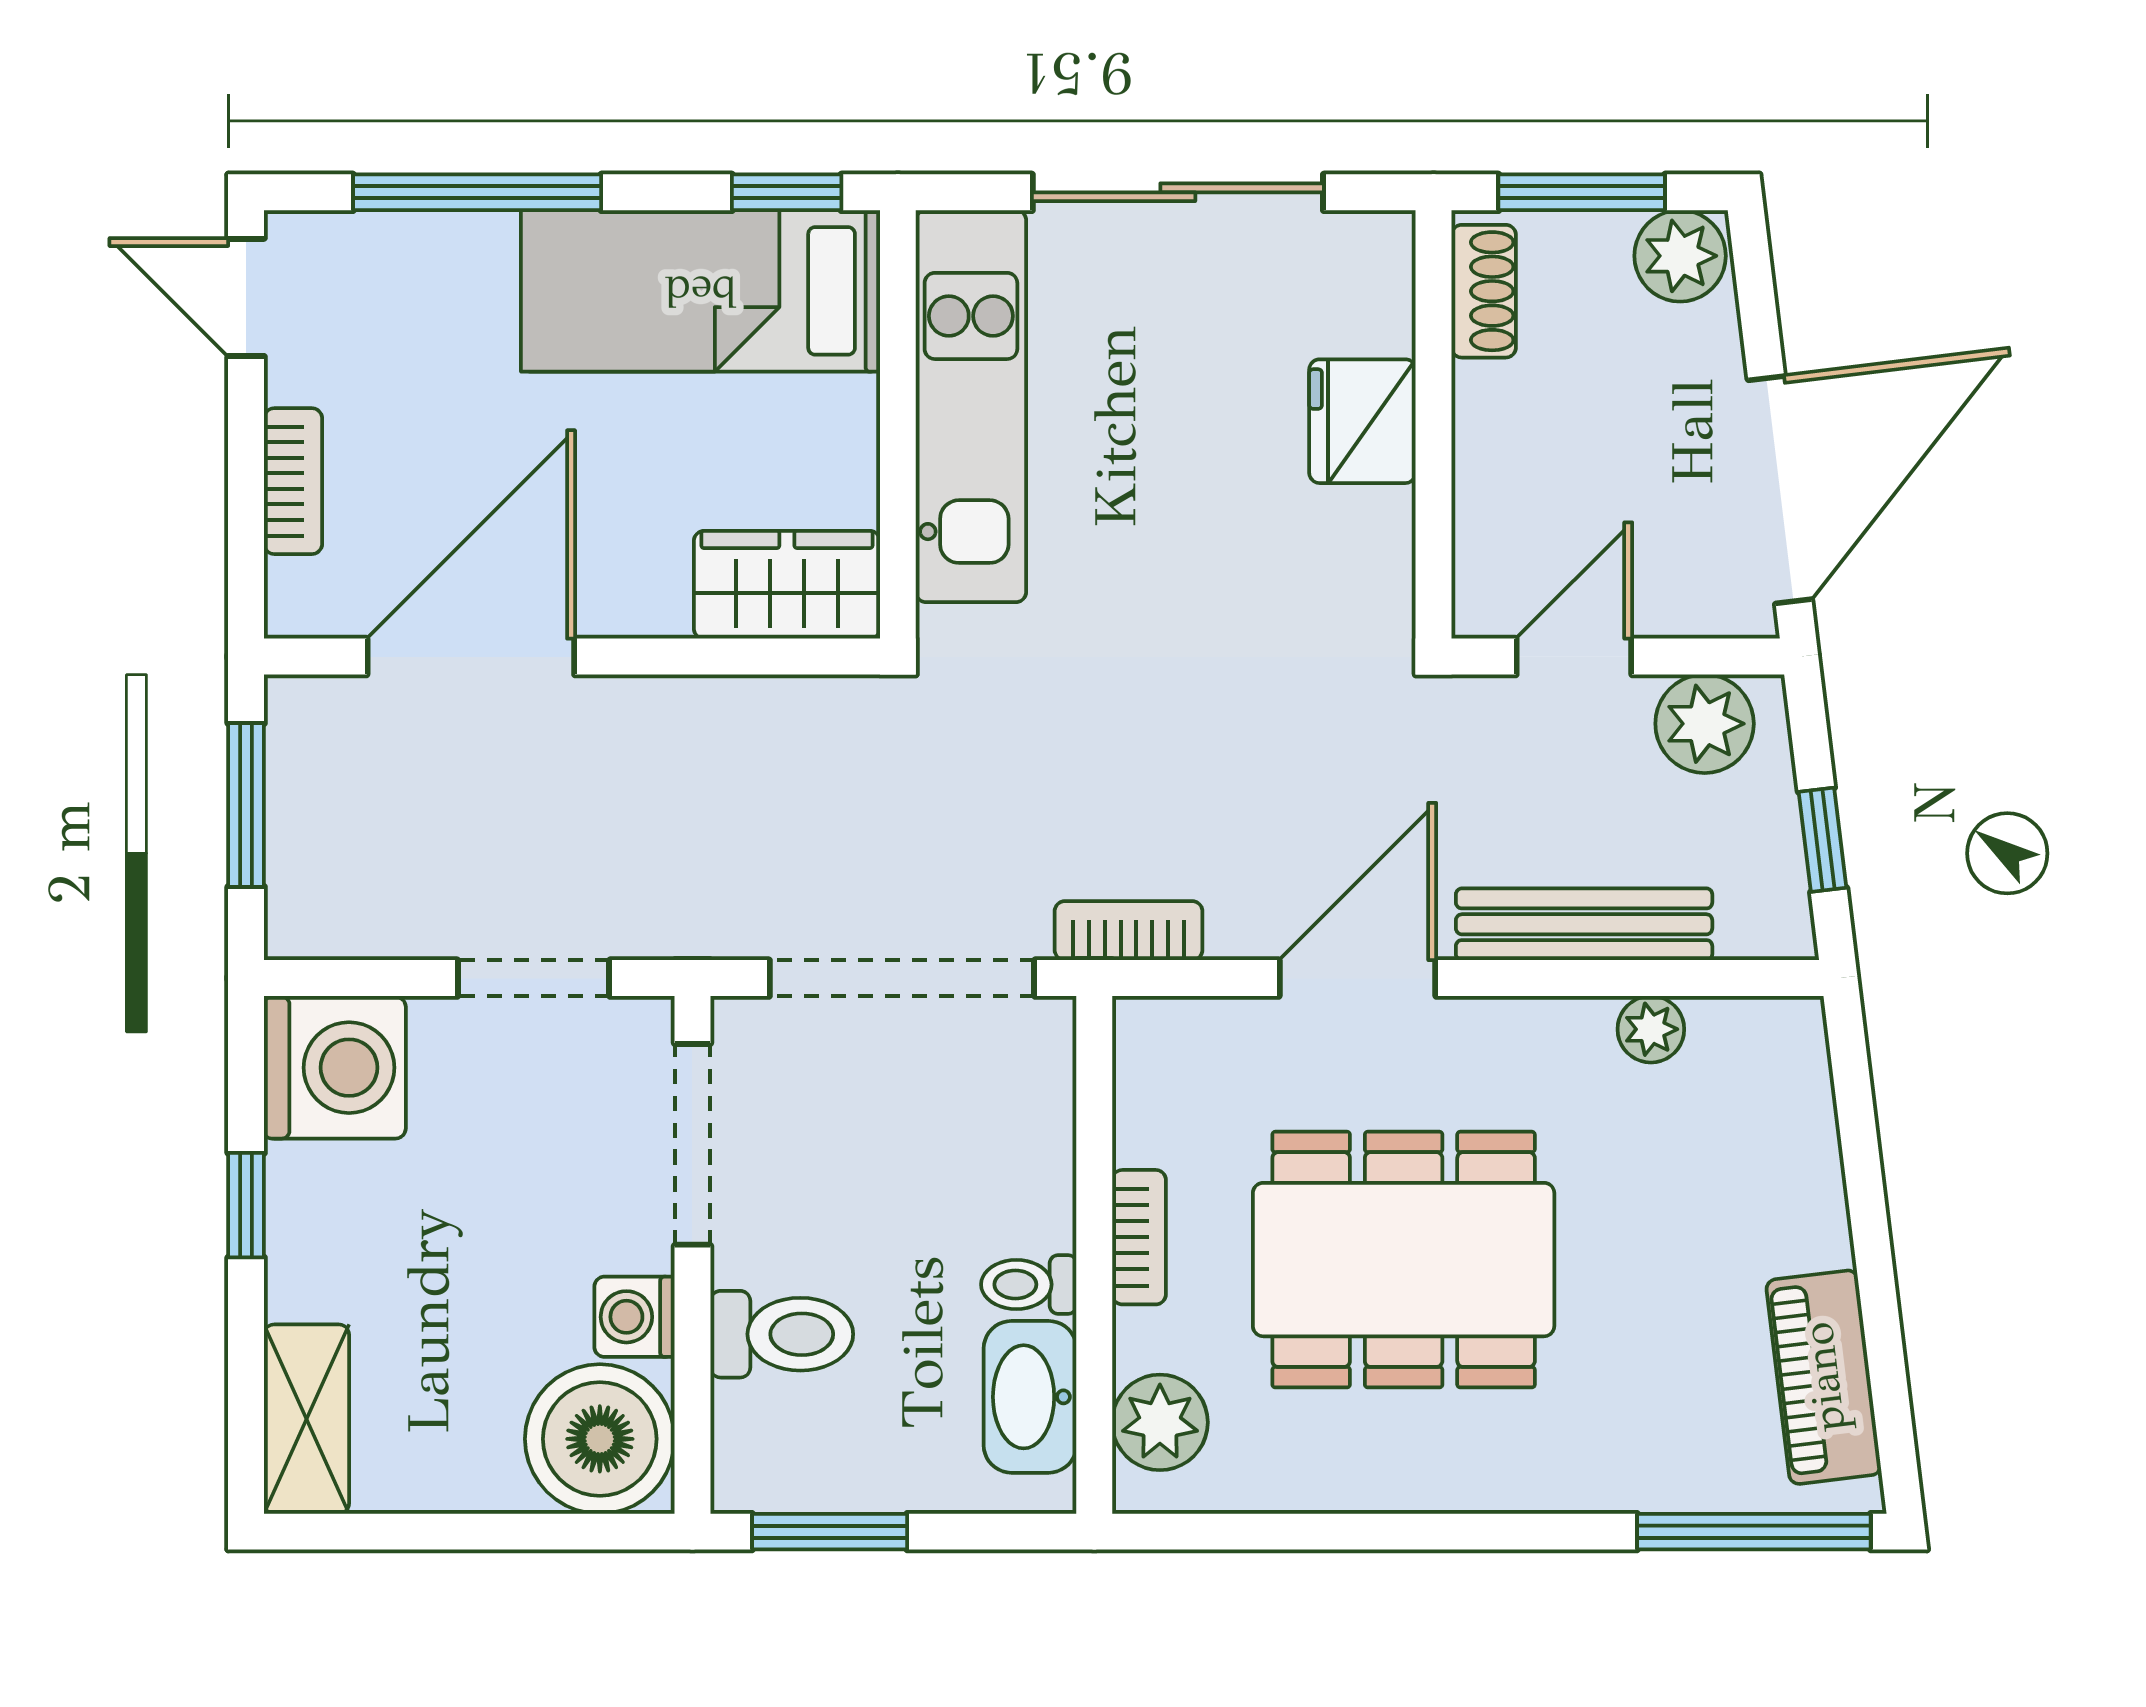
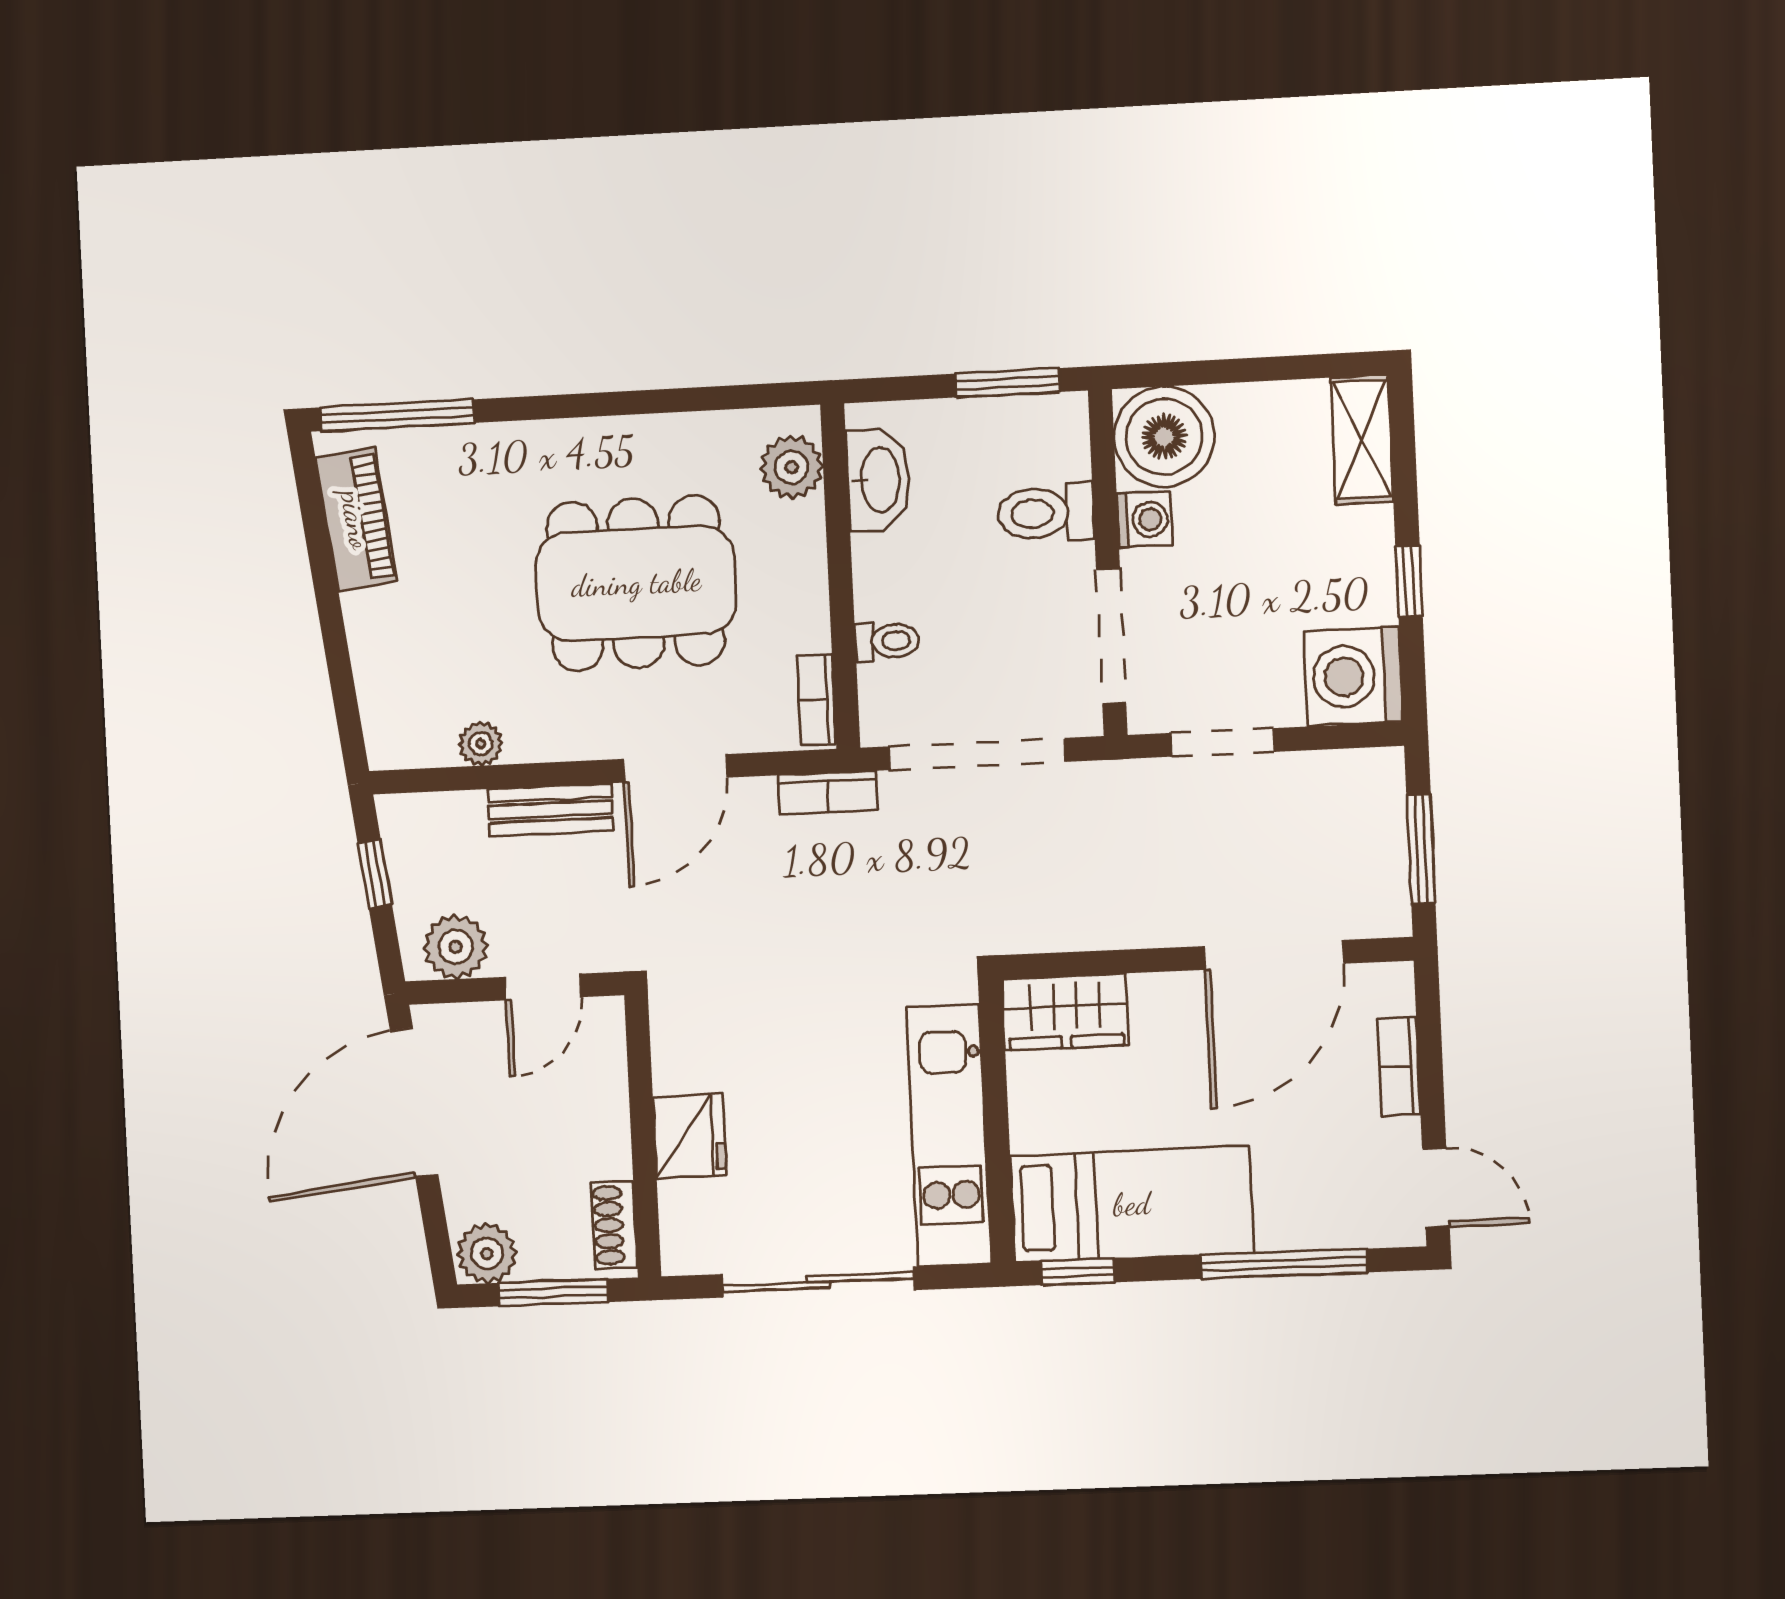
bench: (1584, 924) -> (550, 810), width x0.73
bookcase: (1139, 1237) -> (816, 700), moved
toilet: (1029, 1284) -> (887, 641), moved

